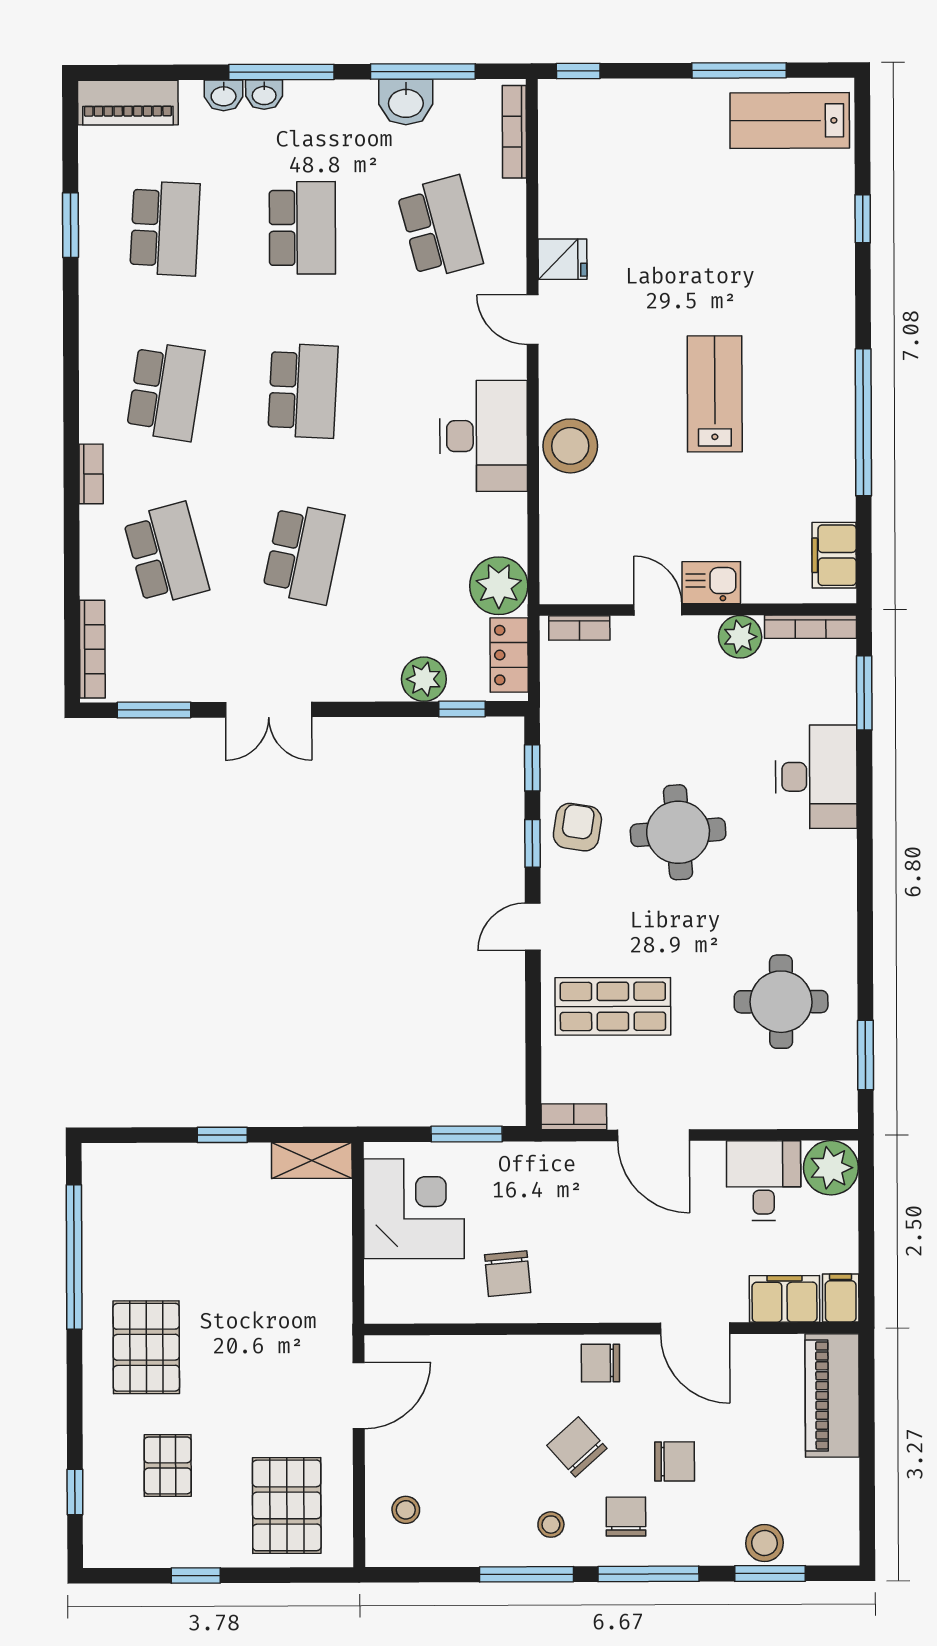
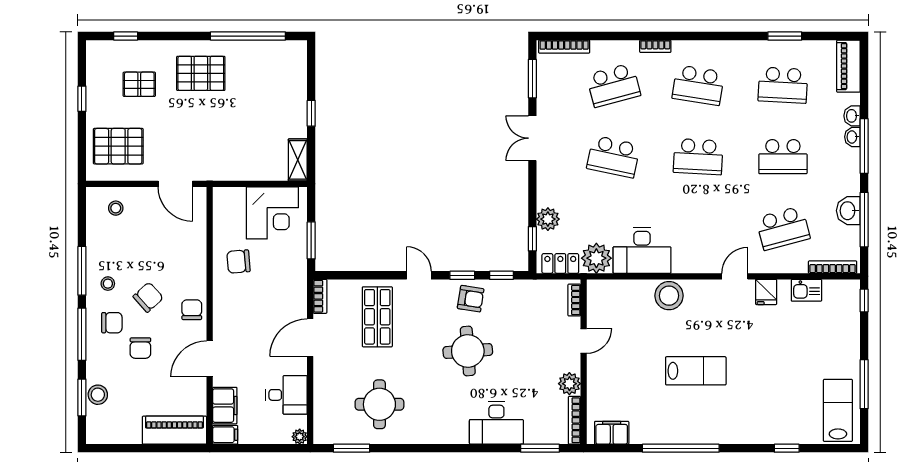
desk: (484, 436) -> (642, 251), moved
kitchen sink: (711, 583) -> (806, 290), moved, turned 90
plant: (831, 1168) -> (300, 437), width x0.53, depth x0.53

